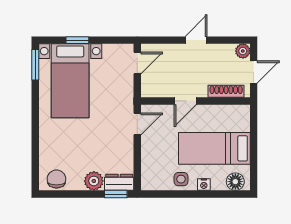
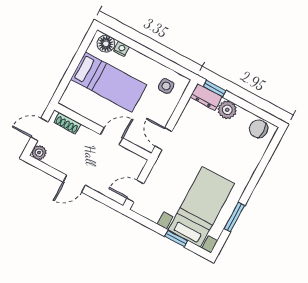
window: (35, 65) -> (234, 217), moved
shoe rack: (226, 91) -> (67, 123), width x0.70
door: (137, 124) -> (163, 139), hinge flipped
chair: (56, 179) -> (258, 129), turned 90
side table: (181, 179) -> (166, 86), moved
nightstand: (204, 185) -> (121, 49), moved

